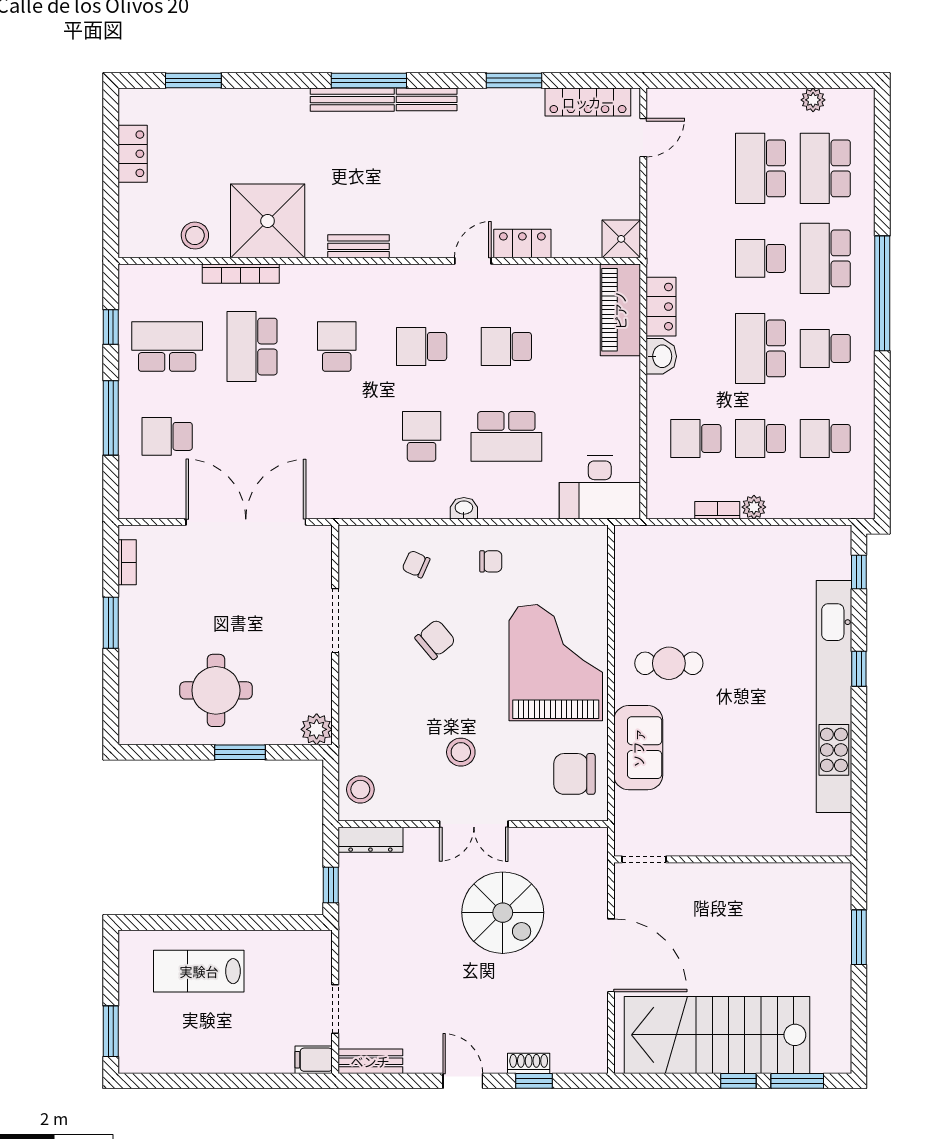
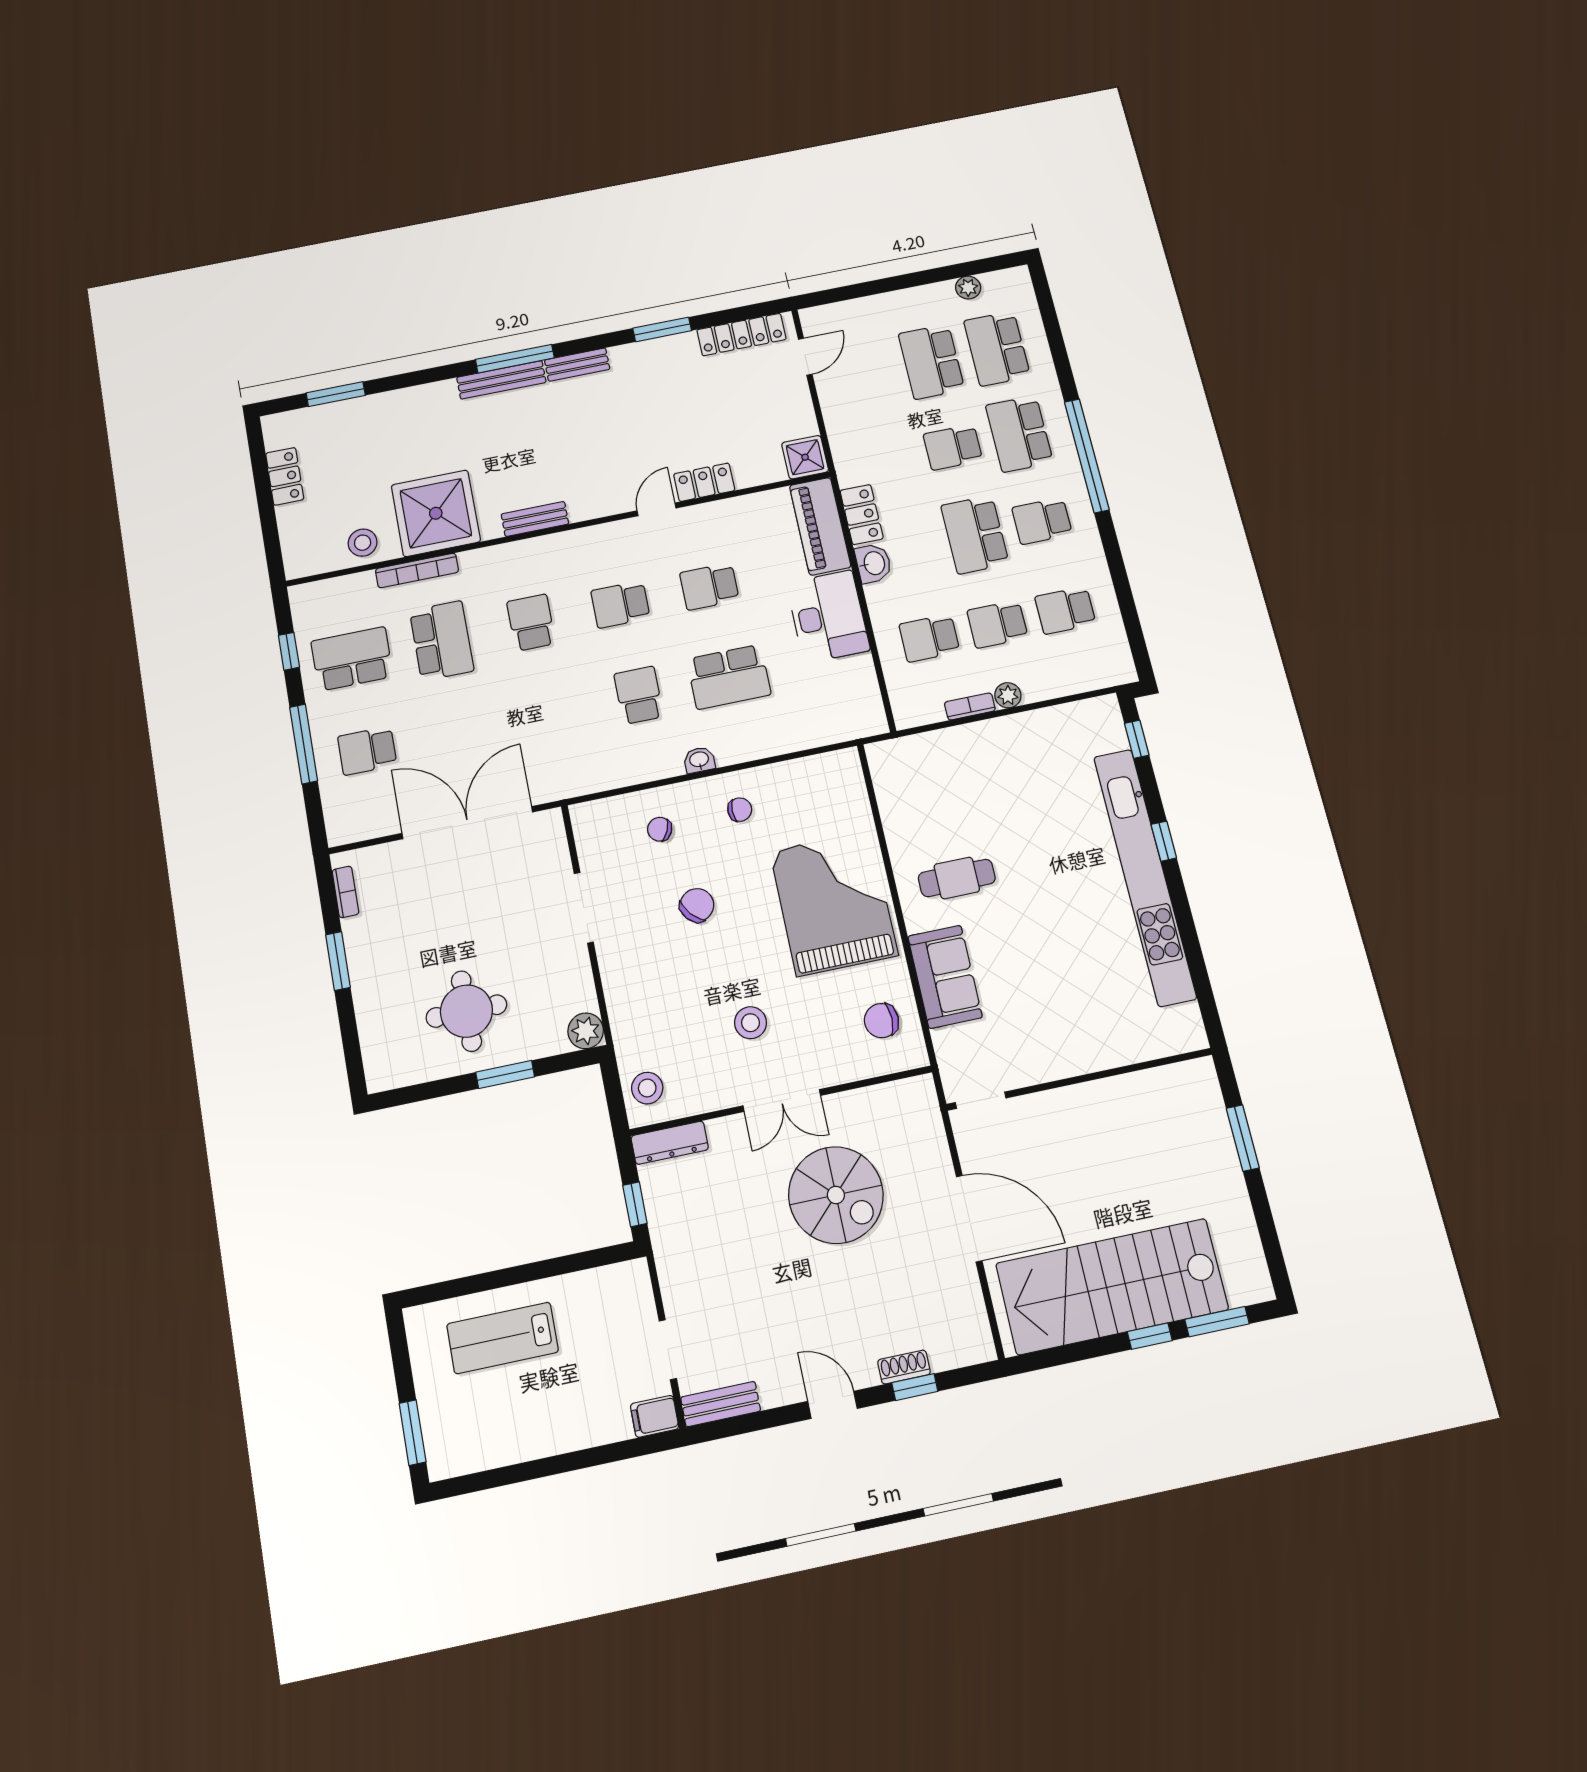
school desk: (252, 347) -> (442, 641), turned 180
desk: (600, 487) -> (828, 617), moved, turned -90
chair: (574, 774) -> (881, 1021), width x0.73, depth x0.73

